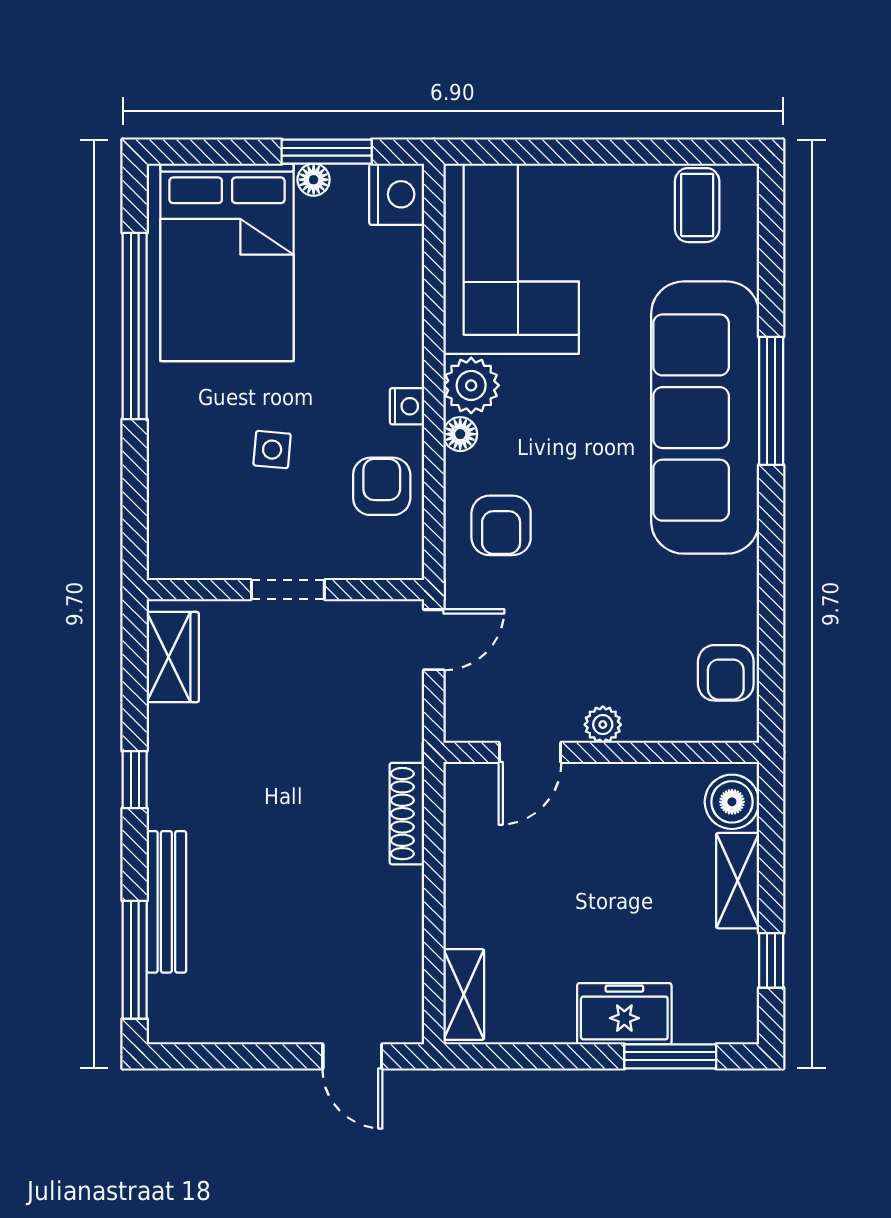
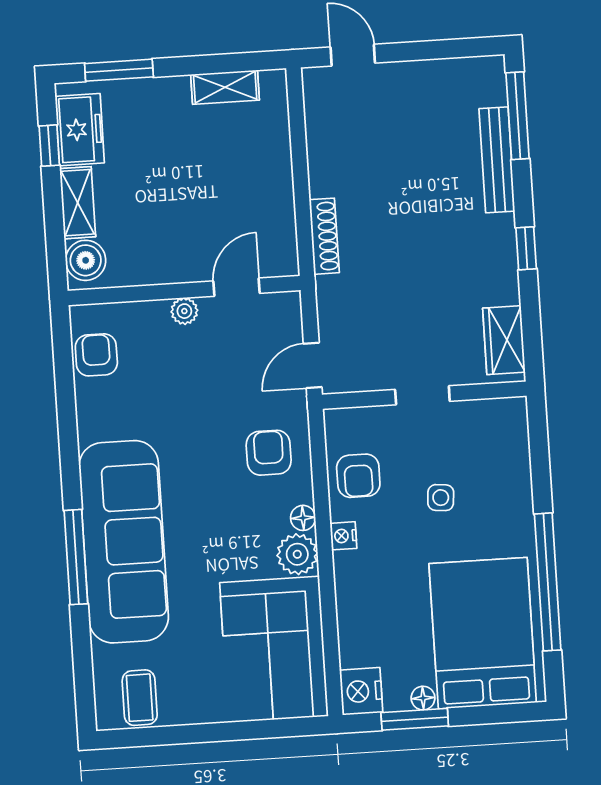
shelving: (464, 994) -> (225, 87), moved, turned 90
freezer: (624, 1014) -> (80, 130), moved, turned -90

